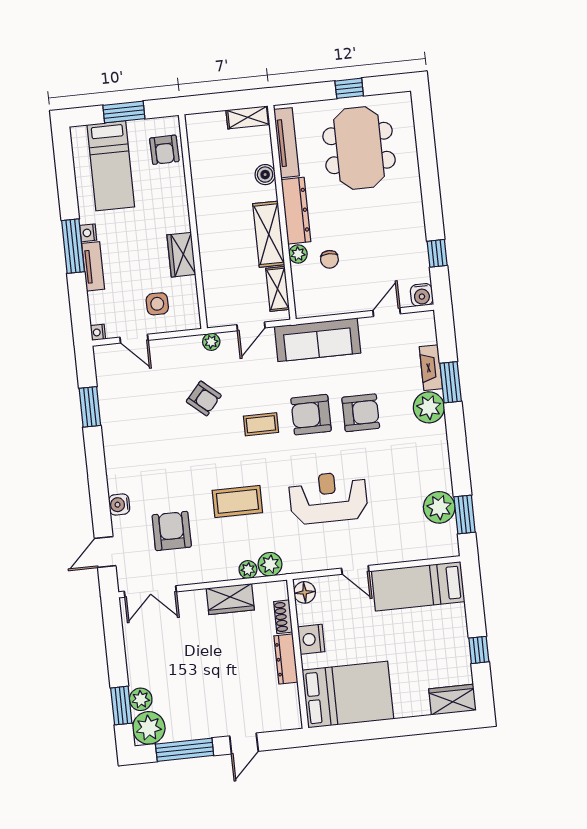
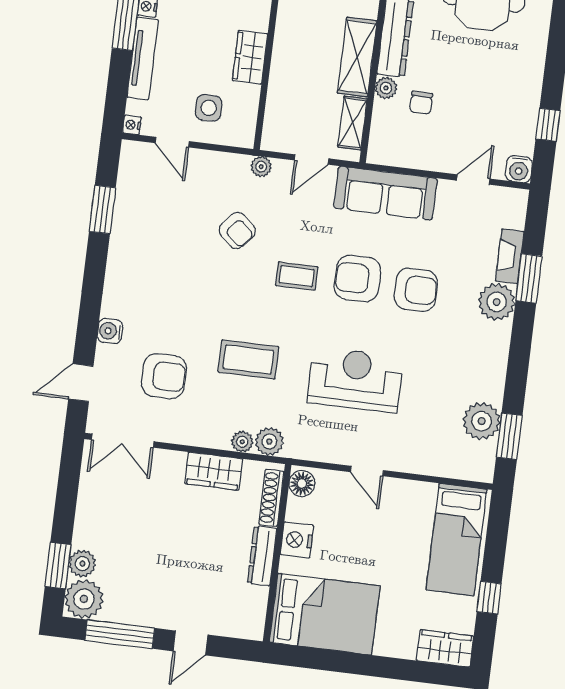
tv unit: (93, 266) -> (143, 58), width x1.41
armchair: (172, 531) -> (164, 376), turned 90
bed: (418, 586) -> (456, 540), moved, turned -90
shoe rack: (283, 617) -> (271, 498), width x1.43

